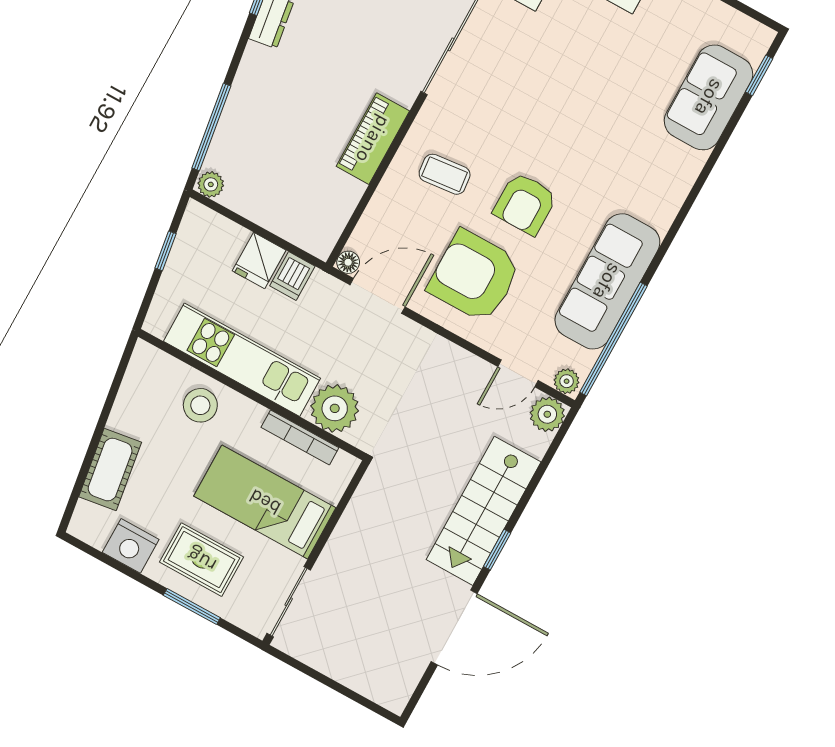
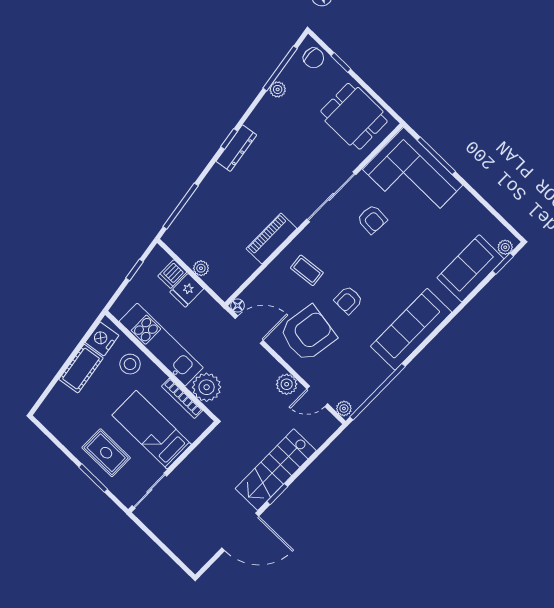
plant: (755, 48) -> (505, 247), added
armchair: (527, 62) -> (372, 219), added
plant: (211, 184) -> (201, 268), moved
armchair: (525, 204) -> (348, 300), width x0.72, depth x0.72
dishwasher: (292, 276) -> (172, 274), moved
armchair: (474, 276) -> (308, 334), turned 99
sofa: (607, 281) -> (411, 329), moved
plant: (547, 414) -> (287, 384), moved
cot: (110, 470) -> (81, 369), moved
nightstand: (131, 546) -> (102, 339), moved, turned 81

